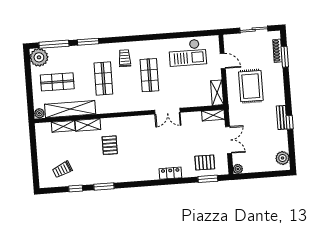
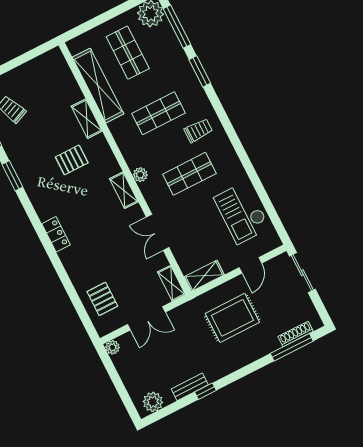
sliding door: (254, 30) -> (302, 273), moved
window: (285, 57) -> (292, 347), width x1.44
double door: (167, 111) -> (158, 232), moved
plant: (39, 113) -> (140, 175), moved
bench: (282, 117) -> (190, 387), moved
shelving: (63, 126) -> (124, 190), moved
locker: (170, 173) -> (56, 234), moved
window: (208, 179) -> (82, 312), removed

